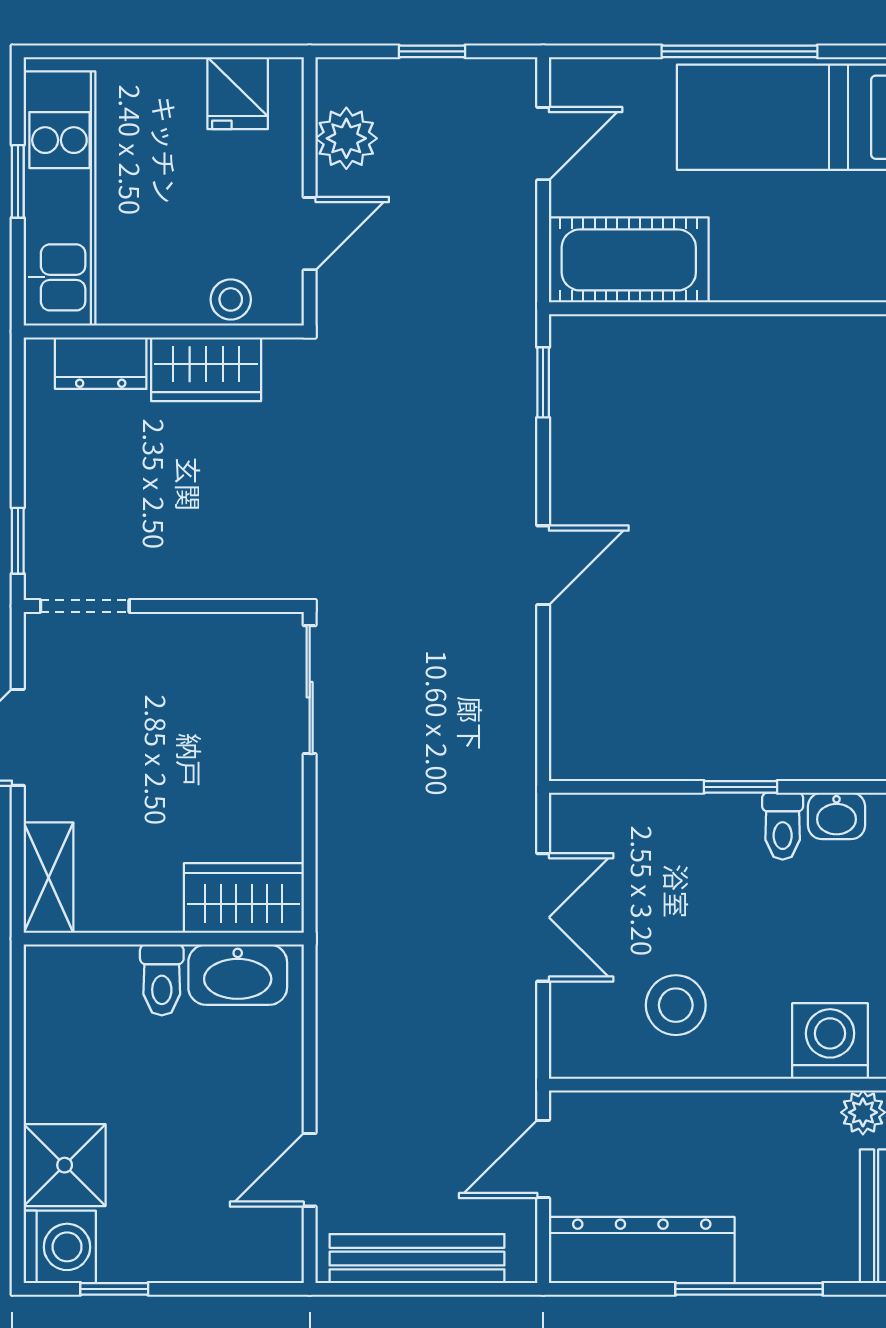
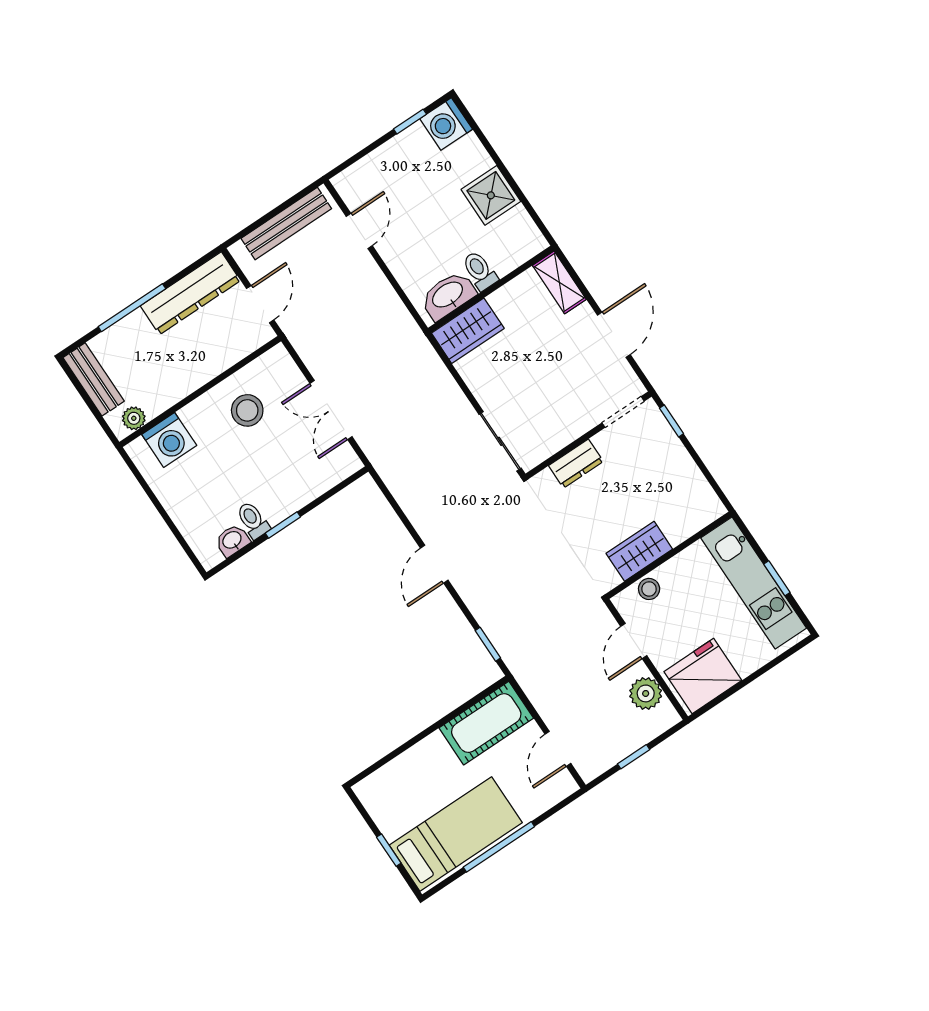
fridge: (238, 93) -> (703, 676), width x1.88, depth x1.34
dresser: (101, 363) -> (576, 464), moved, turned 180
shower: (65, 1165) -> (491, 195), moved

